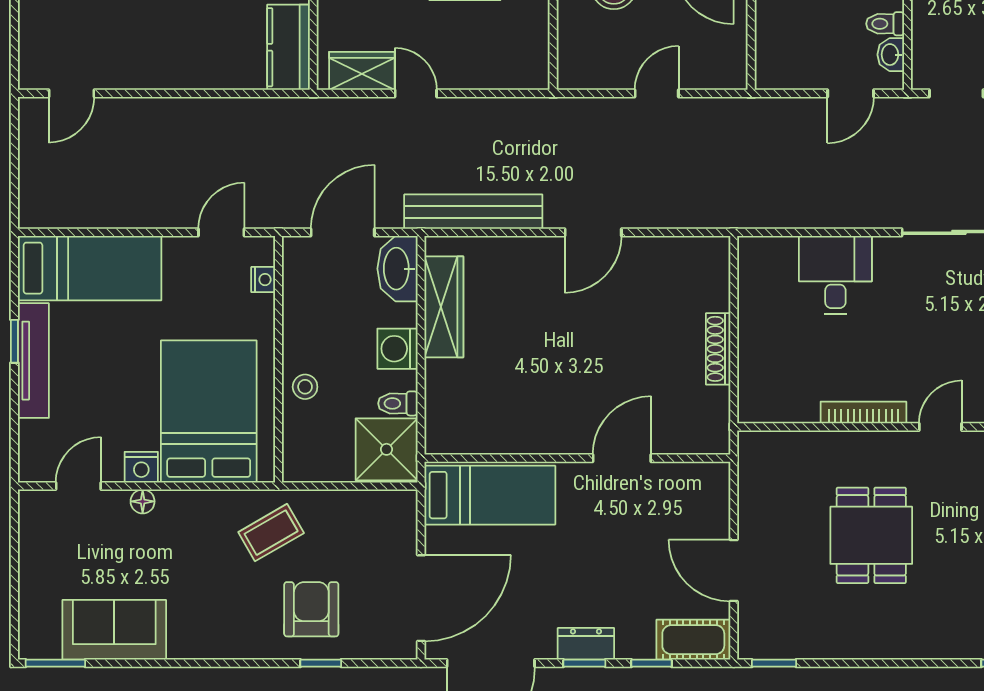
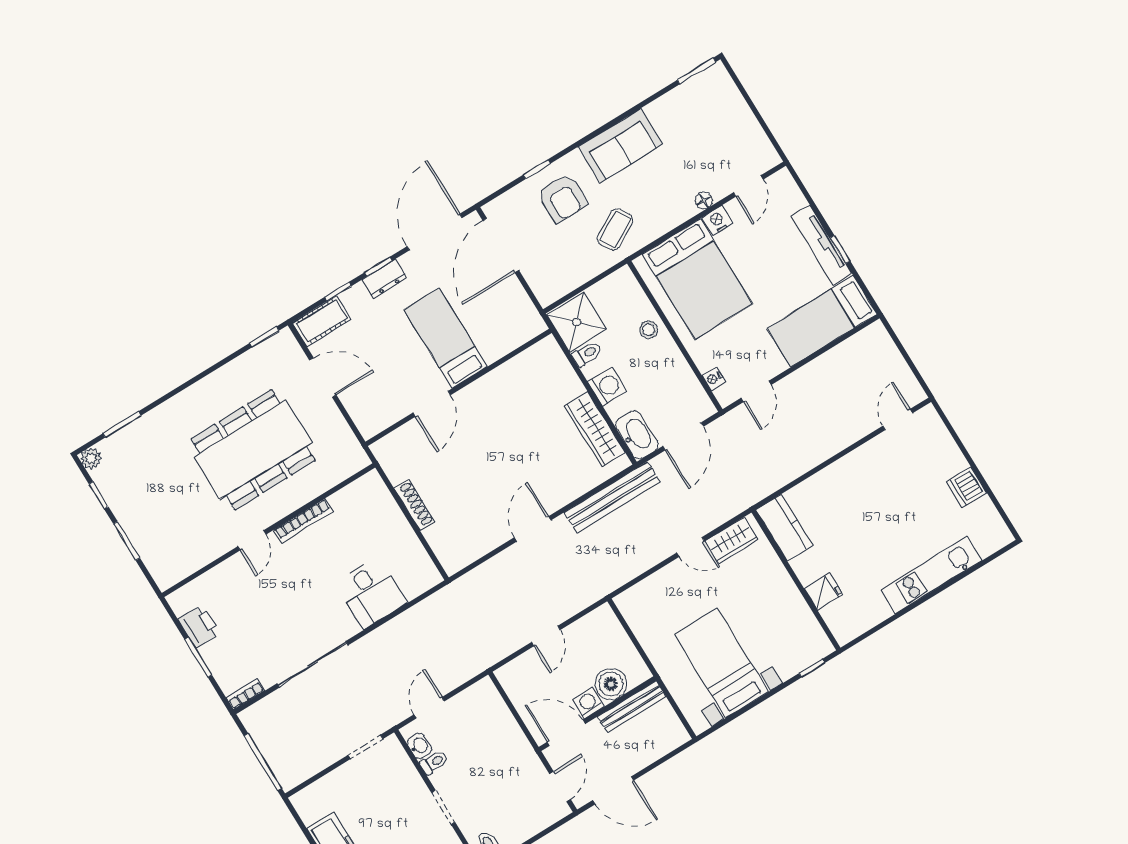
bed: (490, 495) -> (446, 338), moved, turned 90
dining table: (871, 535) -> (253, 450), width x1.88, depth x1.24
sofa: (114, 630) -> (620, 146), moved

